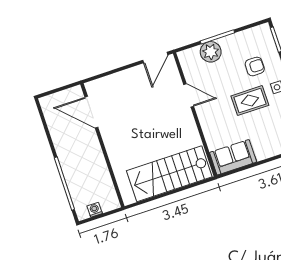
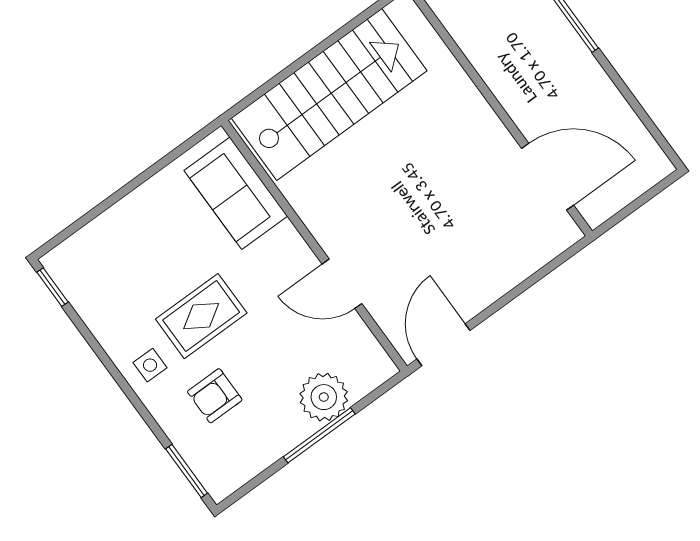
sofa: (233, 157) -> (236, 193), moved, turned 90

